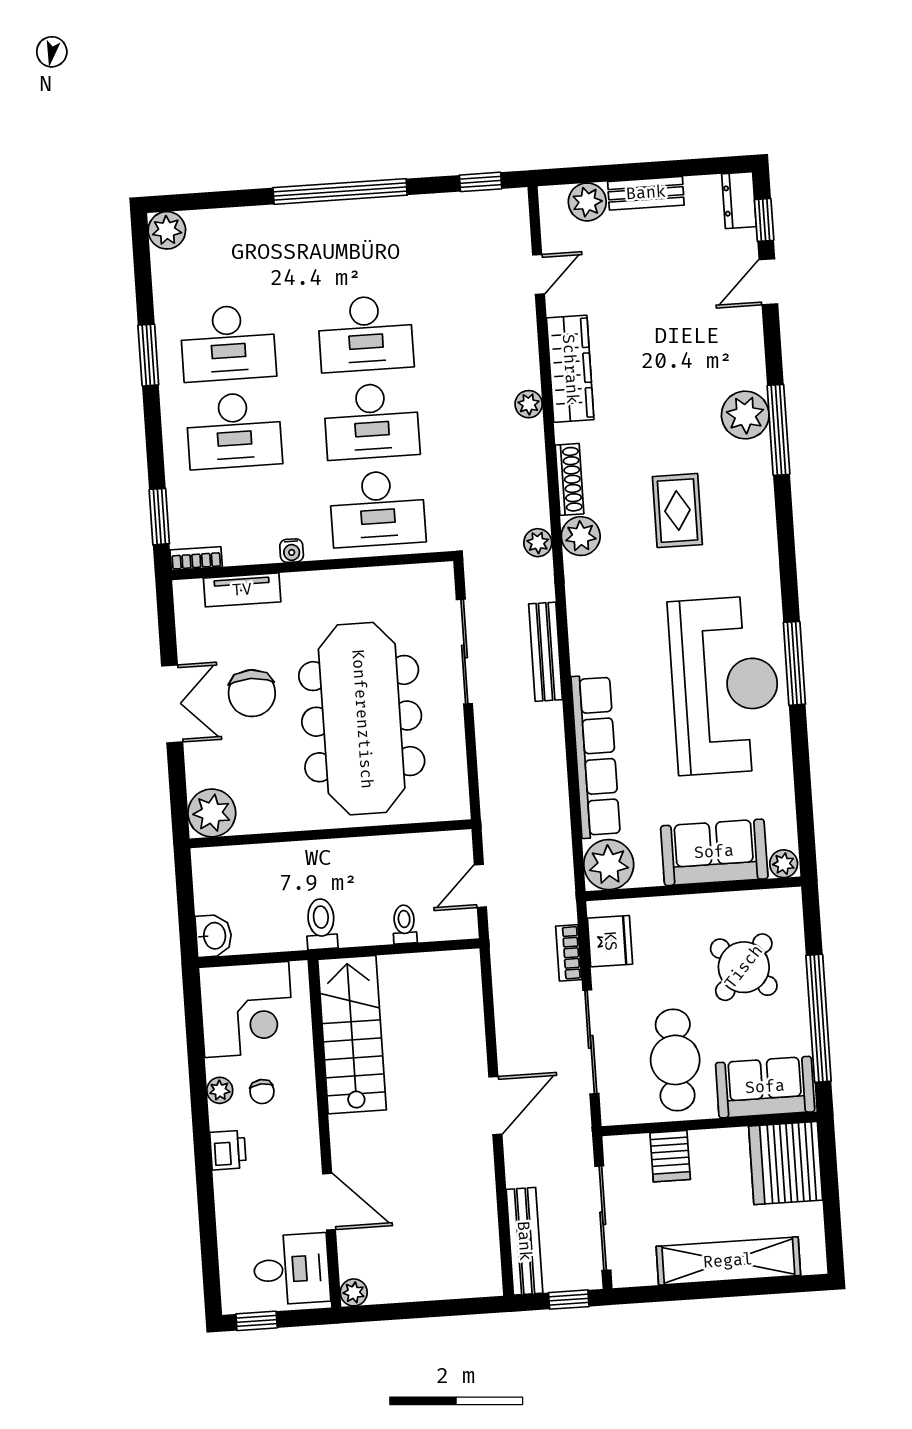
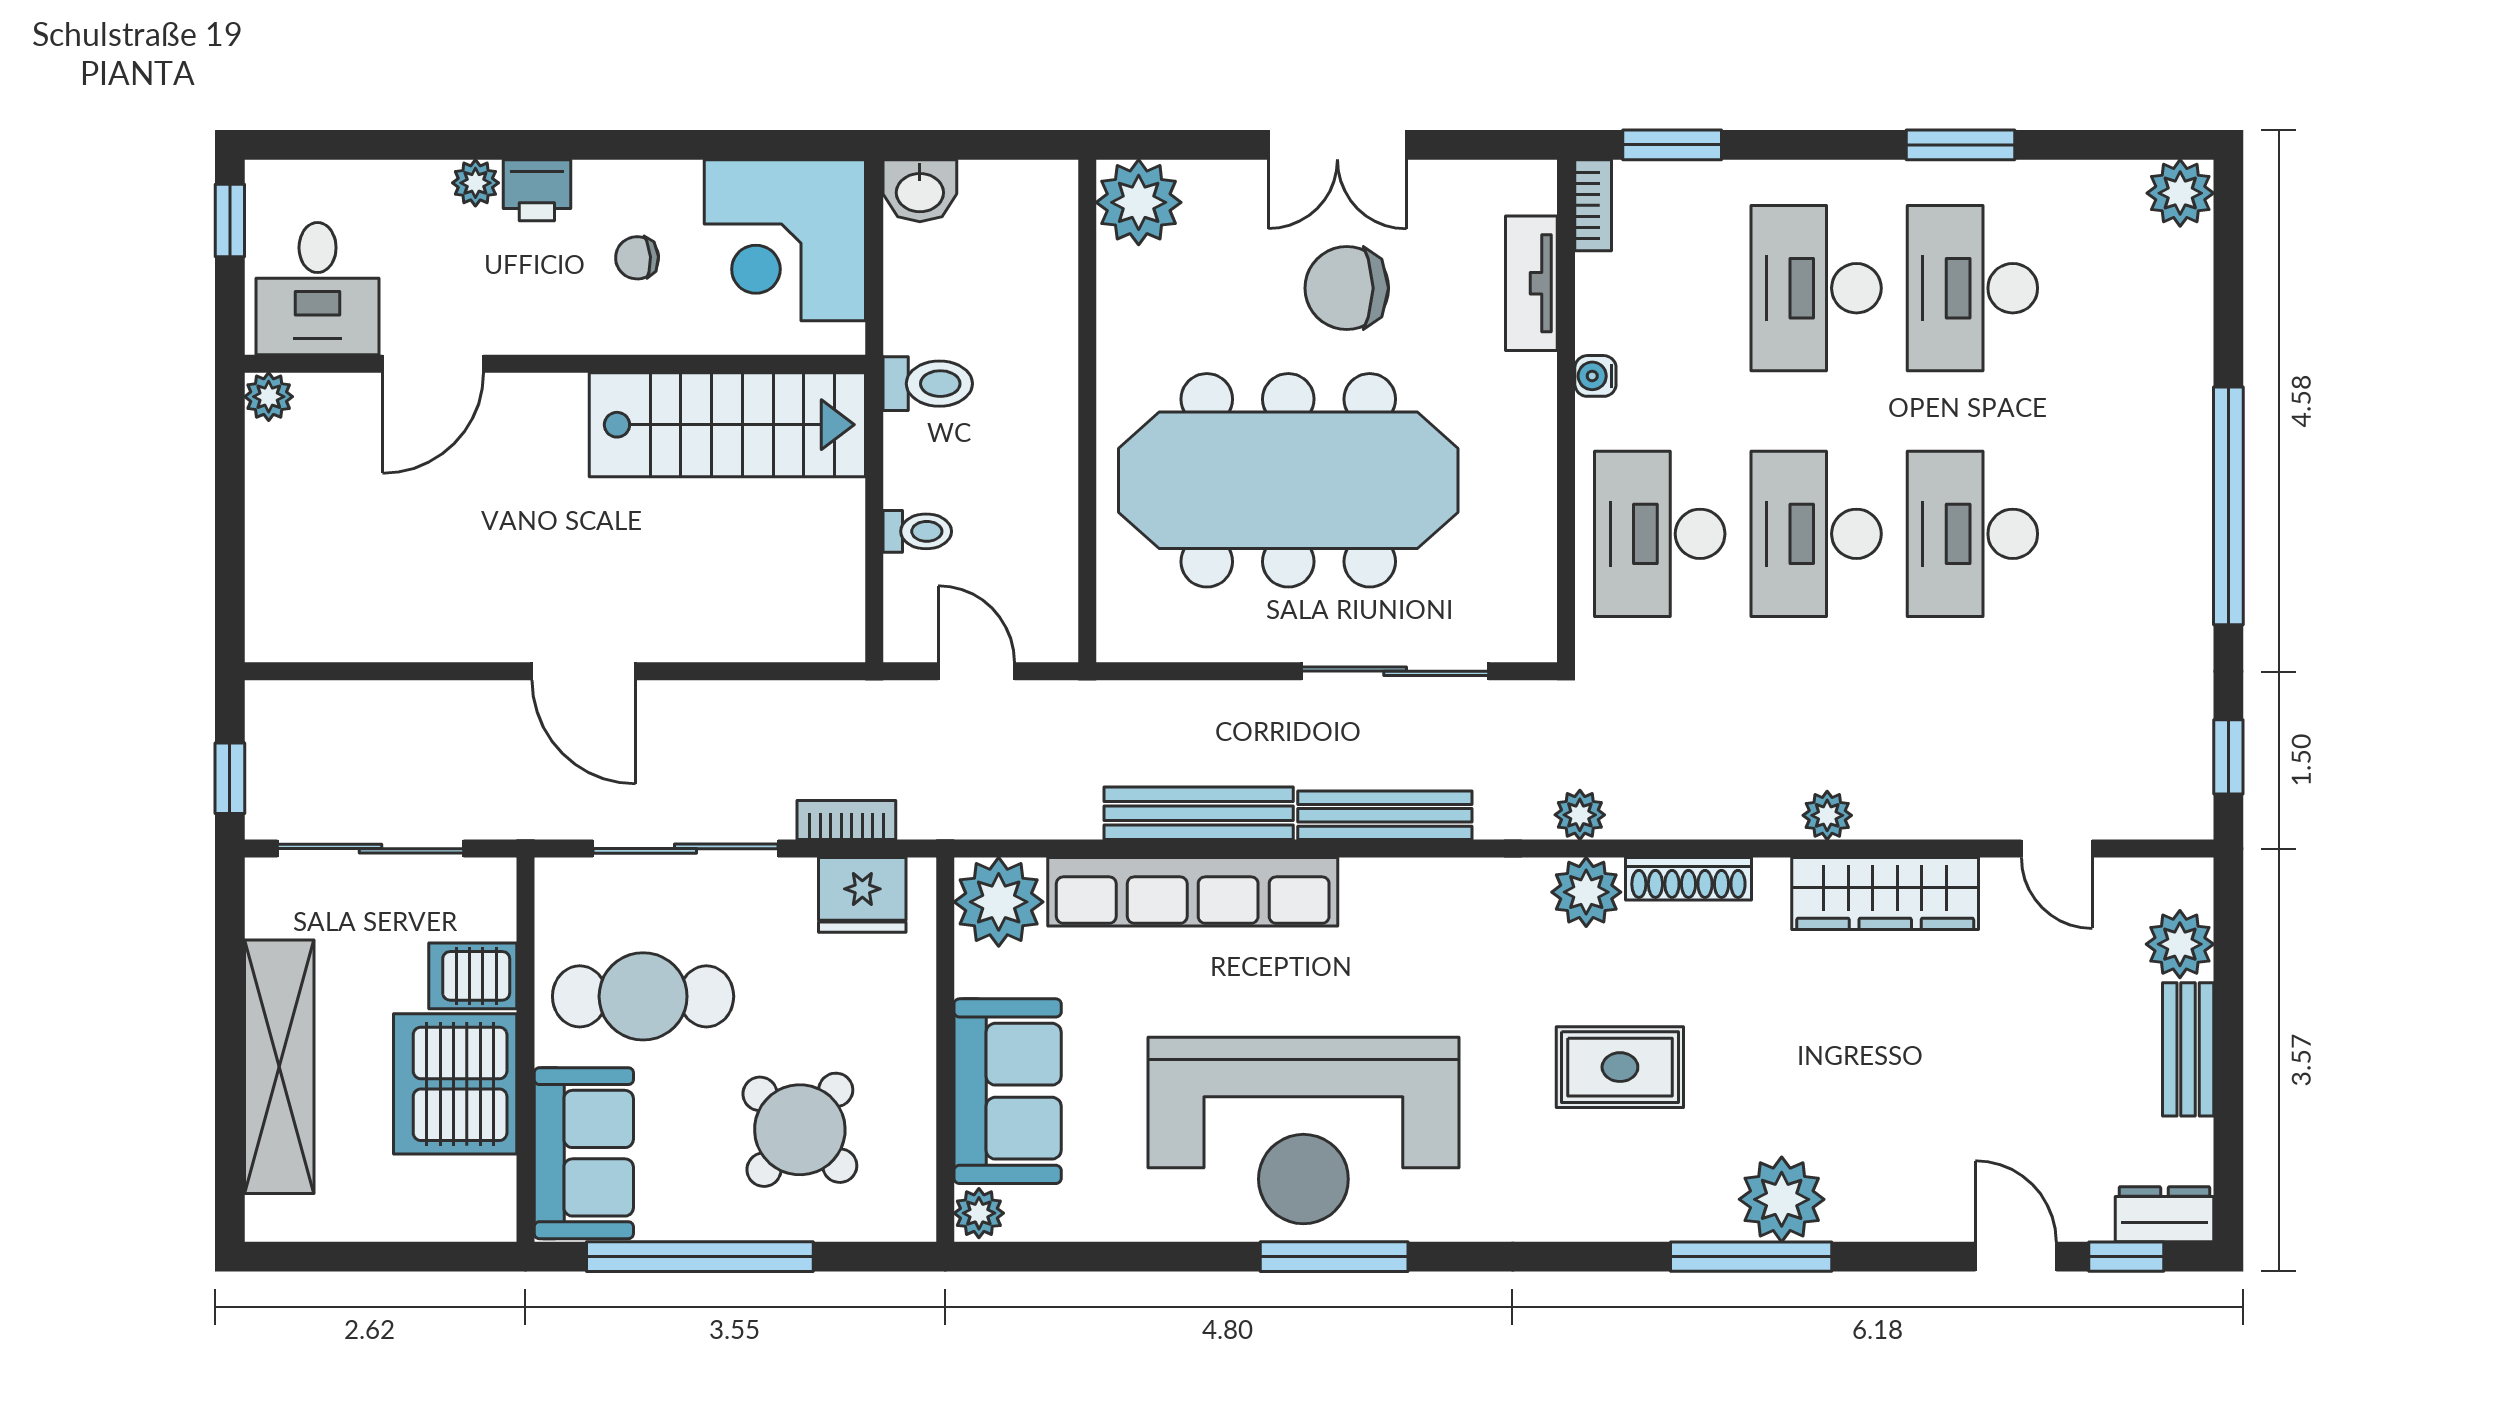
plant: (220, 1090) -> (475, 183), moved
server rack: (786, 1163) -> (455, 1084), moved, turned -90
bench: (524, 1241) -> (1199, 813), moved

